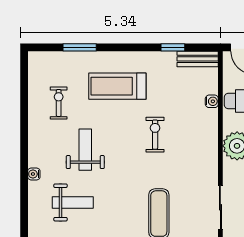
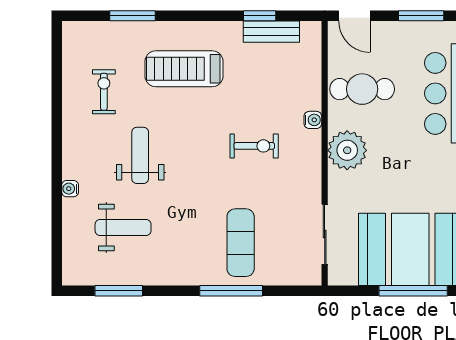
bench: (198, 59) -> (271, 32), moved
water cooler: (212, 101) -> (313, 120), moved
exercise bike: (155, 135) -> (254, 146), moved, turned 90

